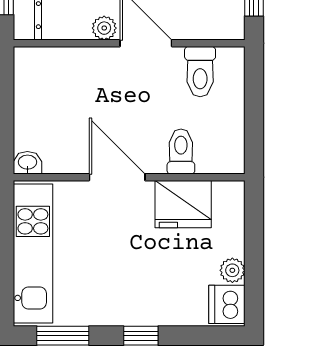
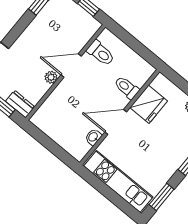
washbasin: (27, 163) -> (93, 137), moved

